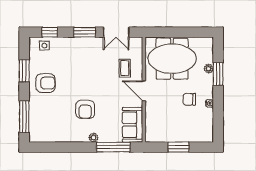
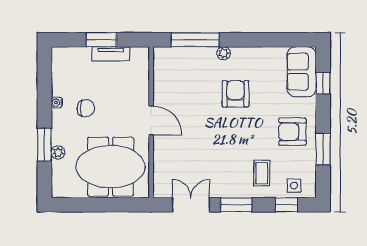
coffee table: (125, 68) -> (262, 173), moved
window: (24, 117) -> (323, 83), width x0.46
sofa: (133, 125) -> (302, 72), moved, turned 180
tv unit: (172, 137) -> (111, 54), added

